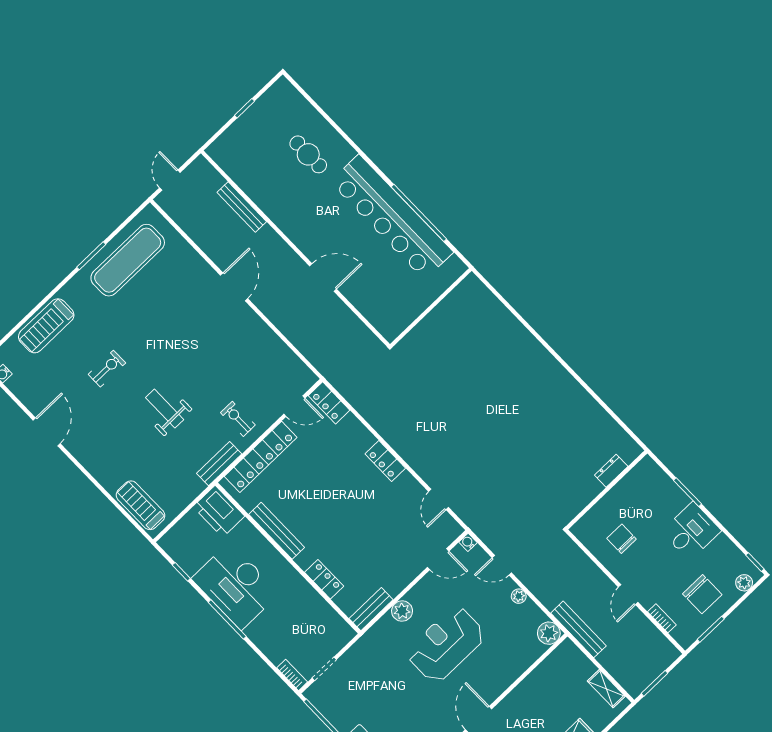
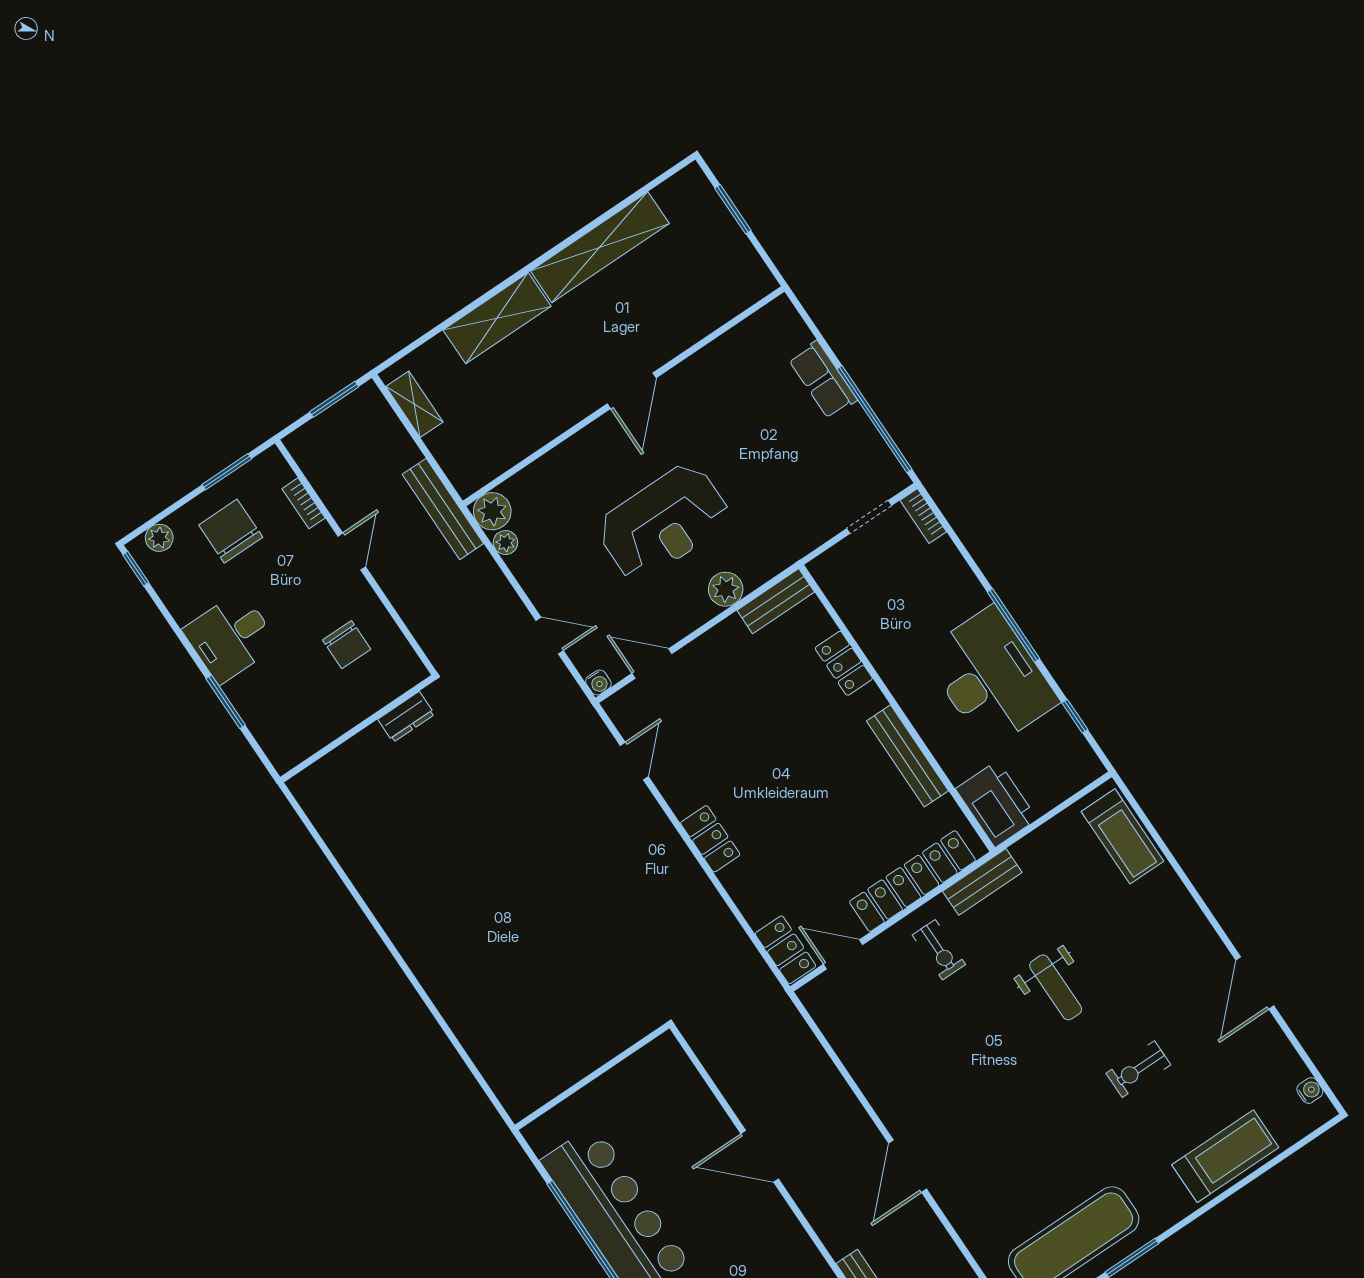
dresser: (611, 471) -> (406, 717), moved
plant: (519, 596) -> (505, 543), moved

